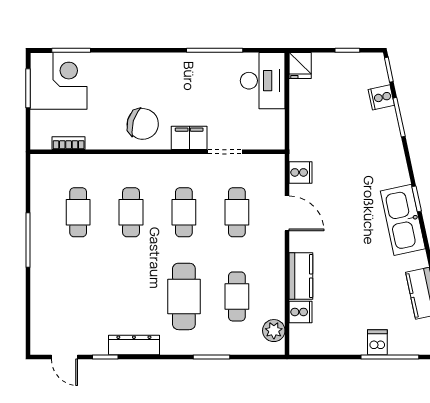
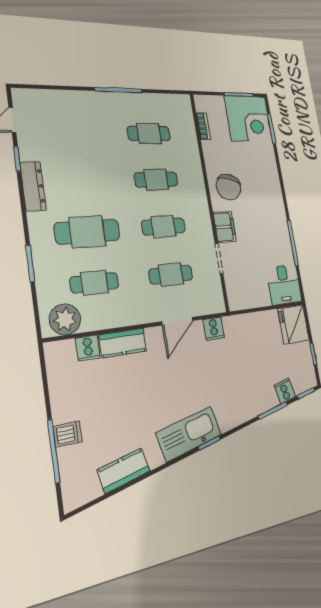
fridge: (300, 65) -> (294, 324), width x1.88, depth x1.34
desk: (263, 81) -> (284, 285), width x0.73
plant: (274, 331) -> (65, 319), width x1.36, depth x1.36

